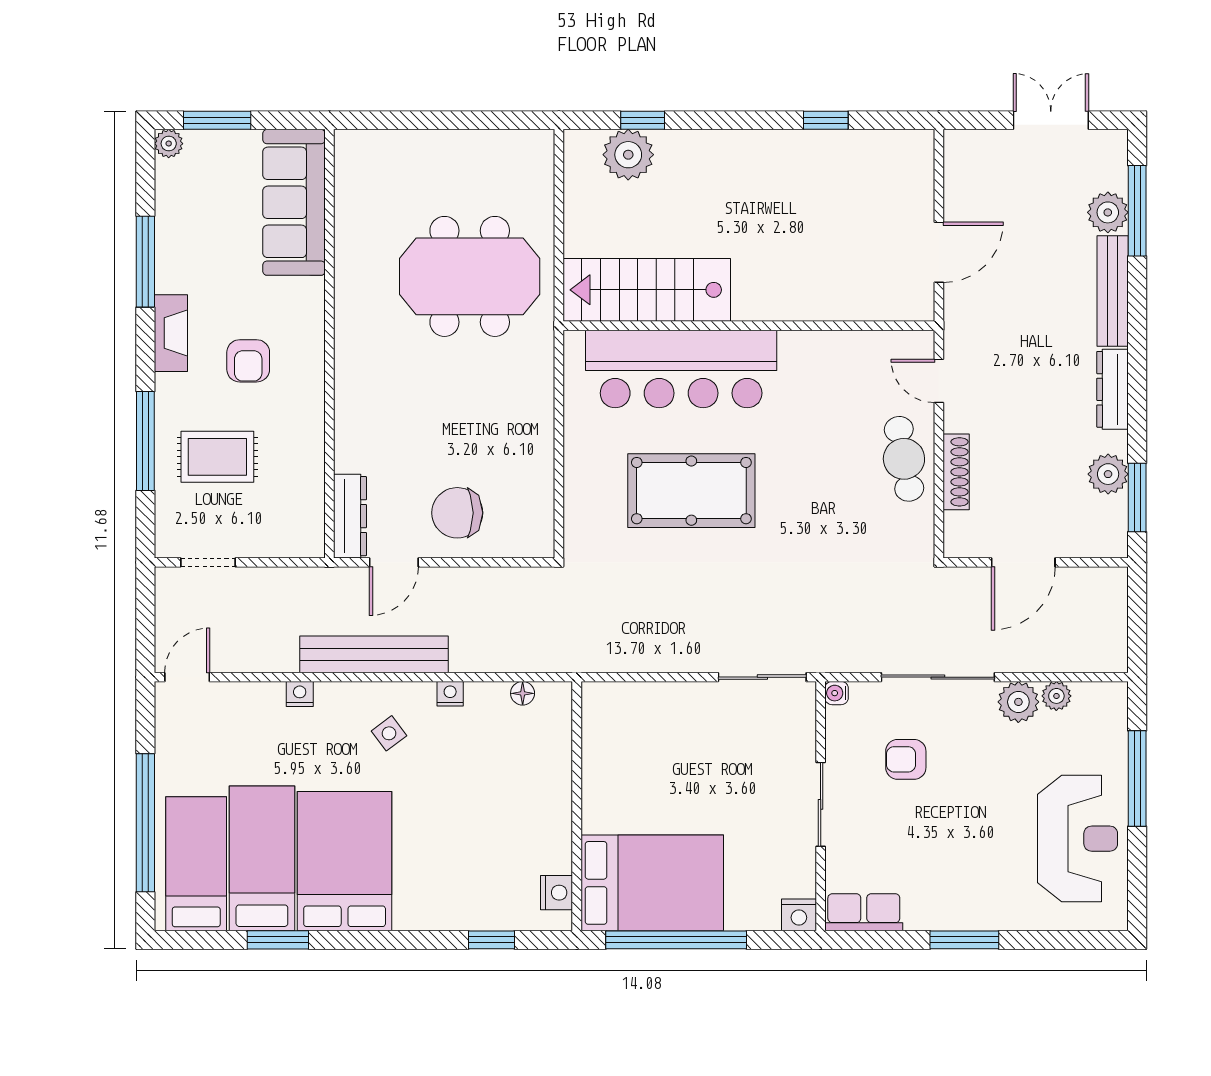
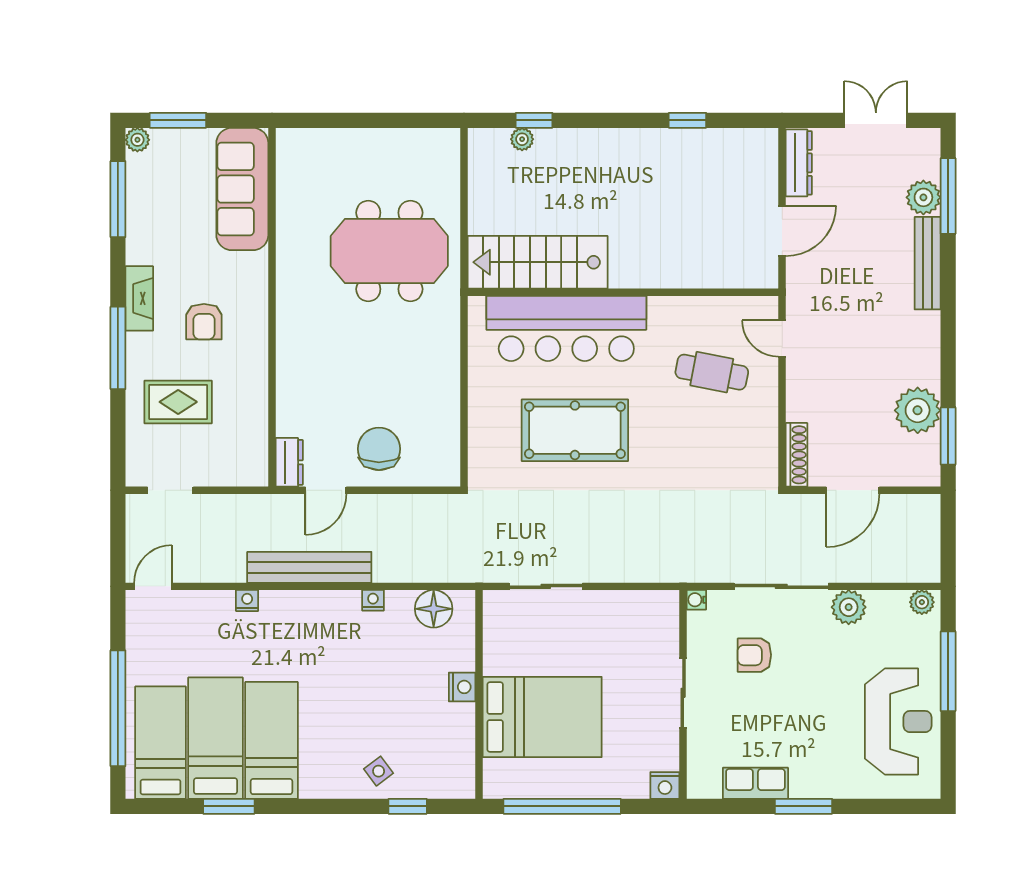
plant: (628, 155) -> (522, 139), width x0.53, depth x0.53
window: (145, 262) -> (118, 199), moved
dresser: (1112, 389) -> (799, 163), moved, turned 180
window: (145, 441) -> (118, 348), moved
cafe table: (904, 459) -> (712, 372), moved, turned -69
shoe rack: (956, 472) -> (797, 455), moved
plant: (1108, 474) -> (918, 410), width x1.36, depth x1.36
chair: (457, 513) -> (379, 449), turned 90
dresser: (350, 516) -> (289, 462), width x0.70
sliding door: (762, 677) -> (546, 586), moved
floor lamp: (523, 693) -> (434, 609), width x1.89, depth x1.89
plant: (1056, 696) -> (922, 602), moved
side table: (389, 733) -> (379, 771), moved
bed: (345, 861) -> (272, 740), width x0.67
bed: (652, 883) -> (542, 717), moved
nightstand: (557, 893) -> (462, 687), moved
row of seats: (864, 912) -> (755, 783), moved

